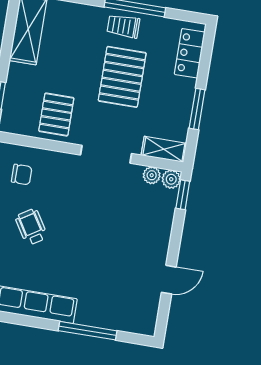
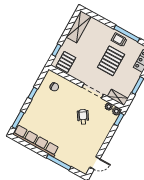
pallet: (56, 115) -> (66, 62), moved
wheelchair: (31, 227) -> (83, 117), moved
door: (169, 280) -> (95, 163), moved

